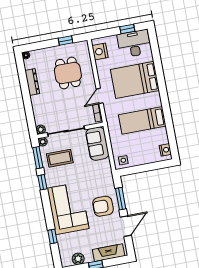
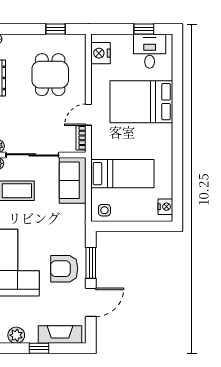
desk: (134, 44) -> (150, 51), width x0.73
bed: (142, 120) -> (122, 174), moved, turned 180

